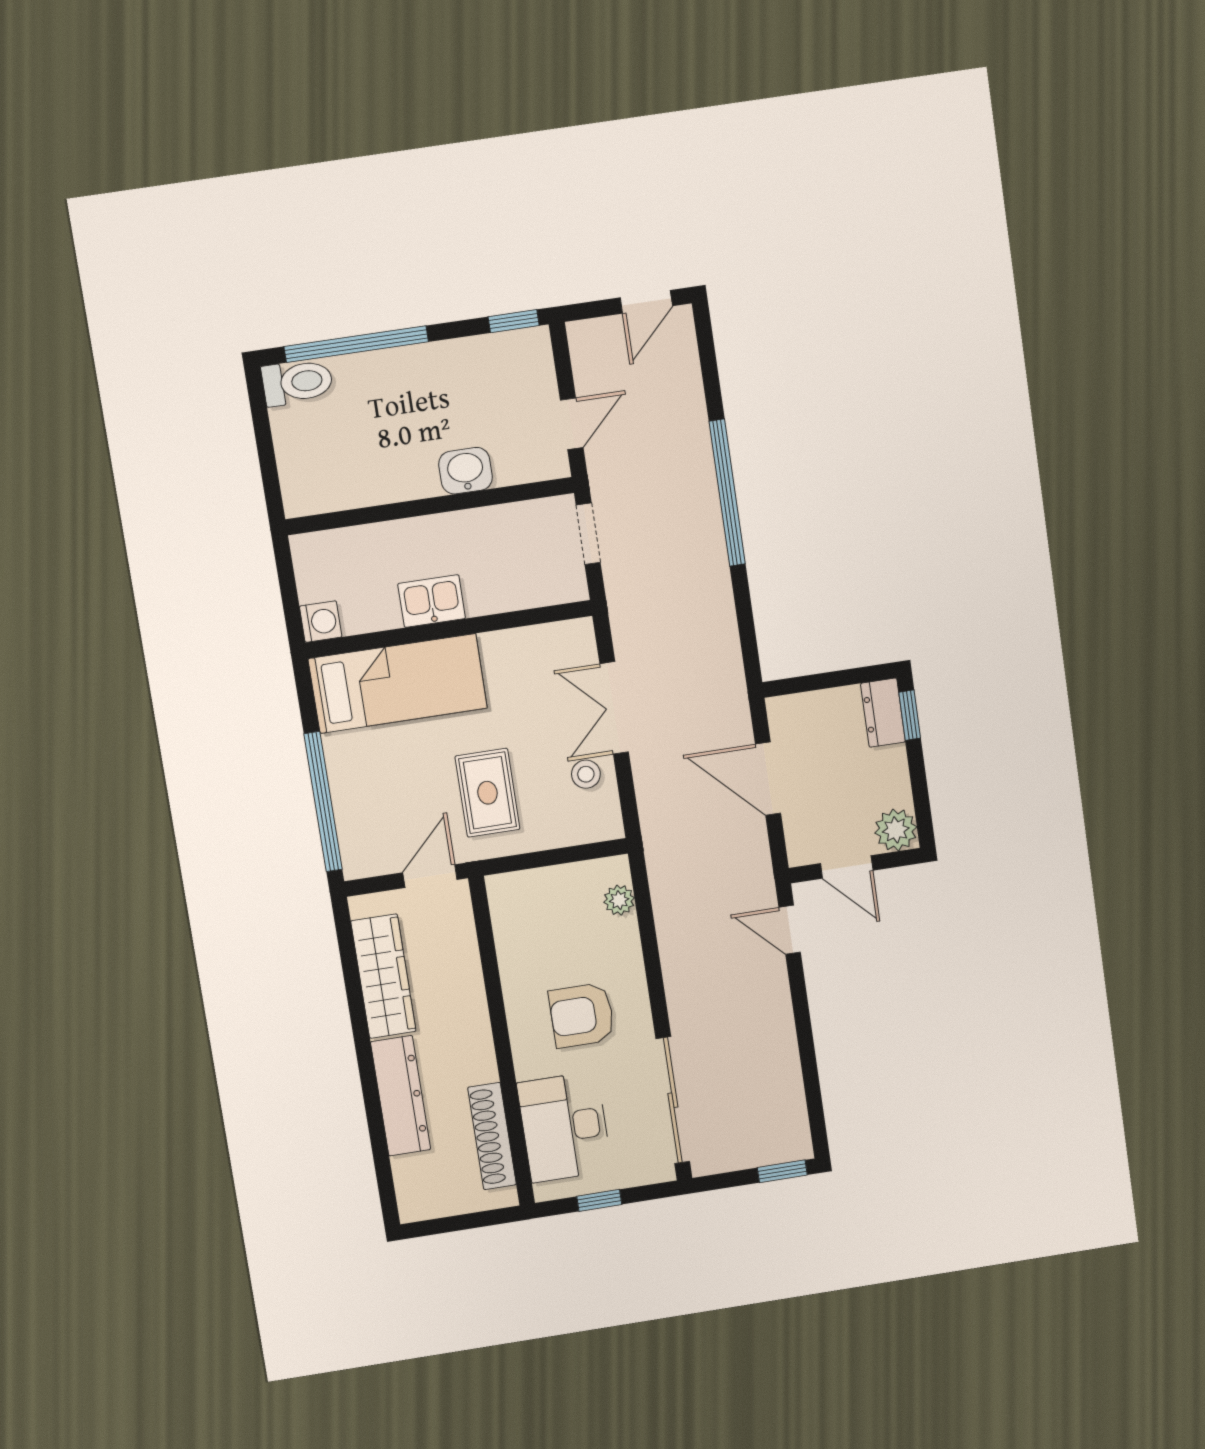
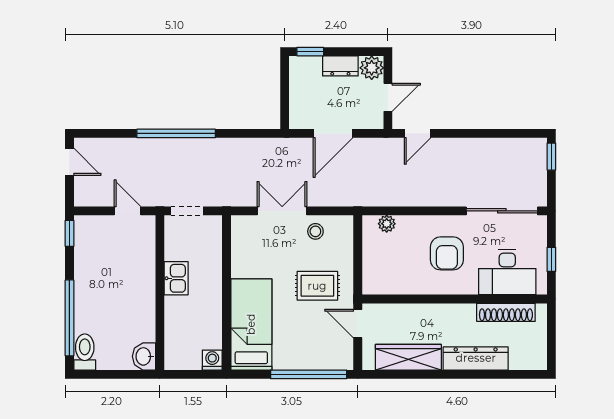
washbasin: (466, 471) -> (144, 356), moved
kitchen sink: (432, 601) -> (176, 278), moved, turned 180
double door: (614, 708) -> (282, 211), swing flipped
dresser: (883, 713) -> (340, 66), moved

